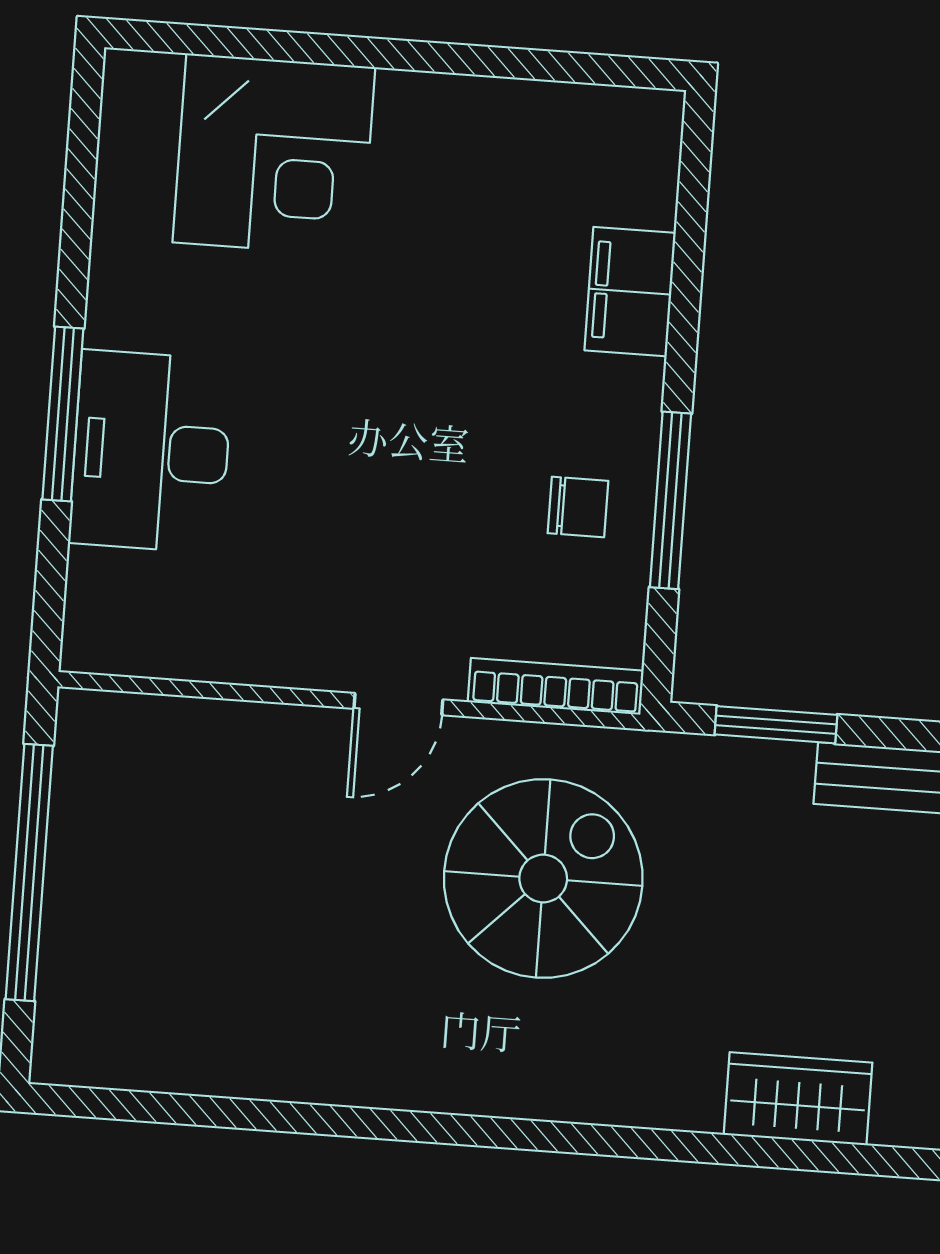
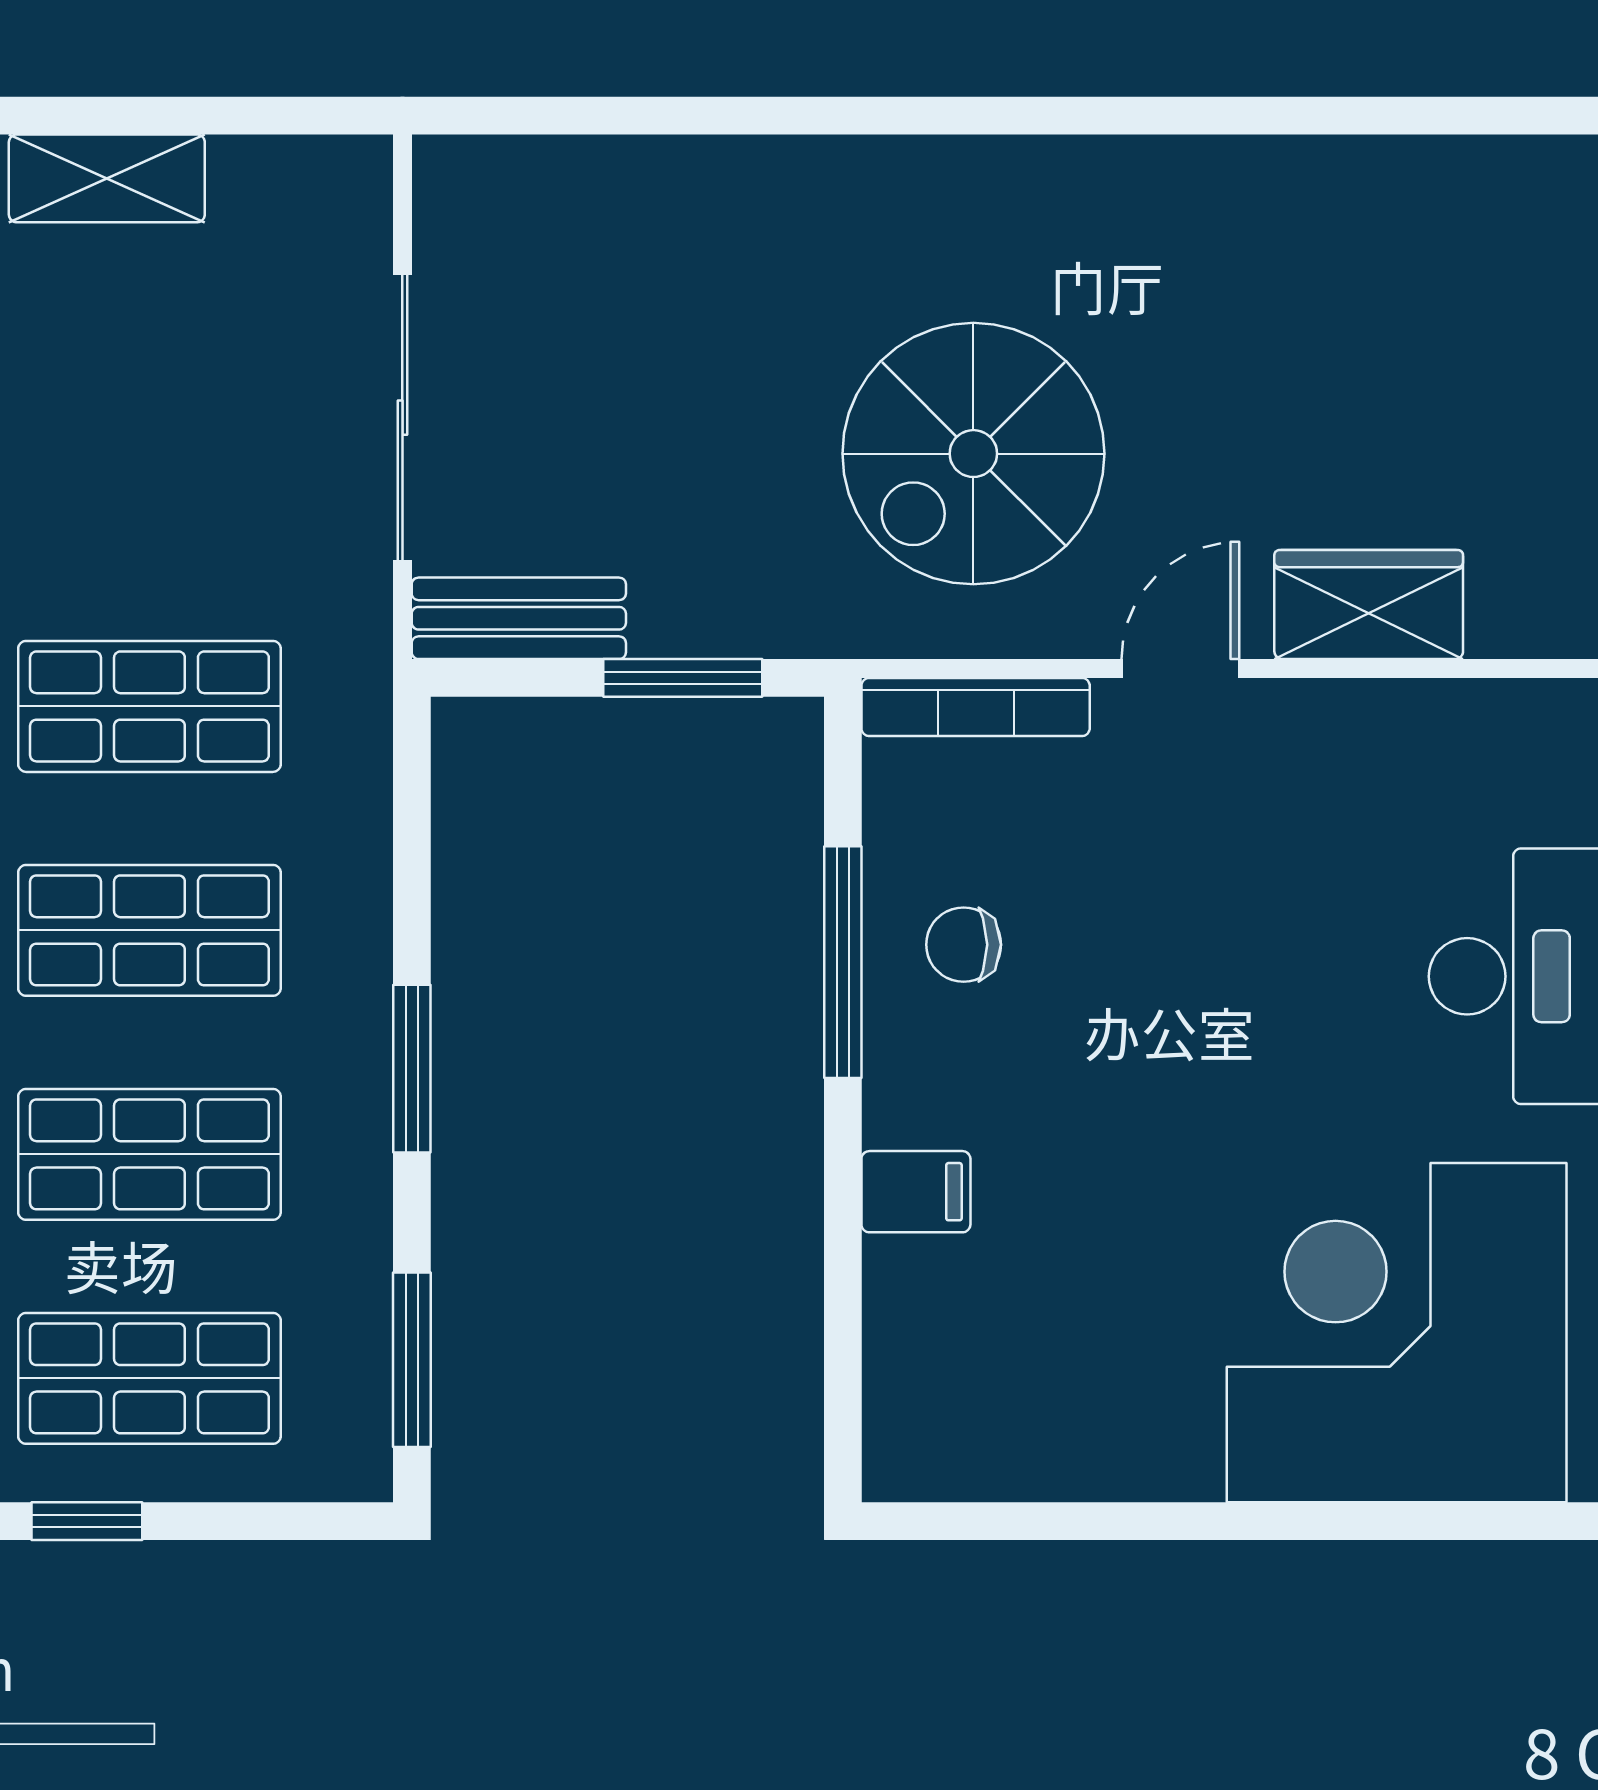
corner desk: (274, 155) -> (1397, 1333), width x1.36, depth x1.36
filing cabinet: (630, 292) -> (916, 1192), width x0.50
wardrobe: (798, 1099) -> (1369, 604), moved, turned 180

